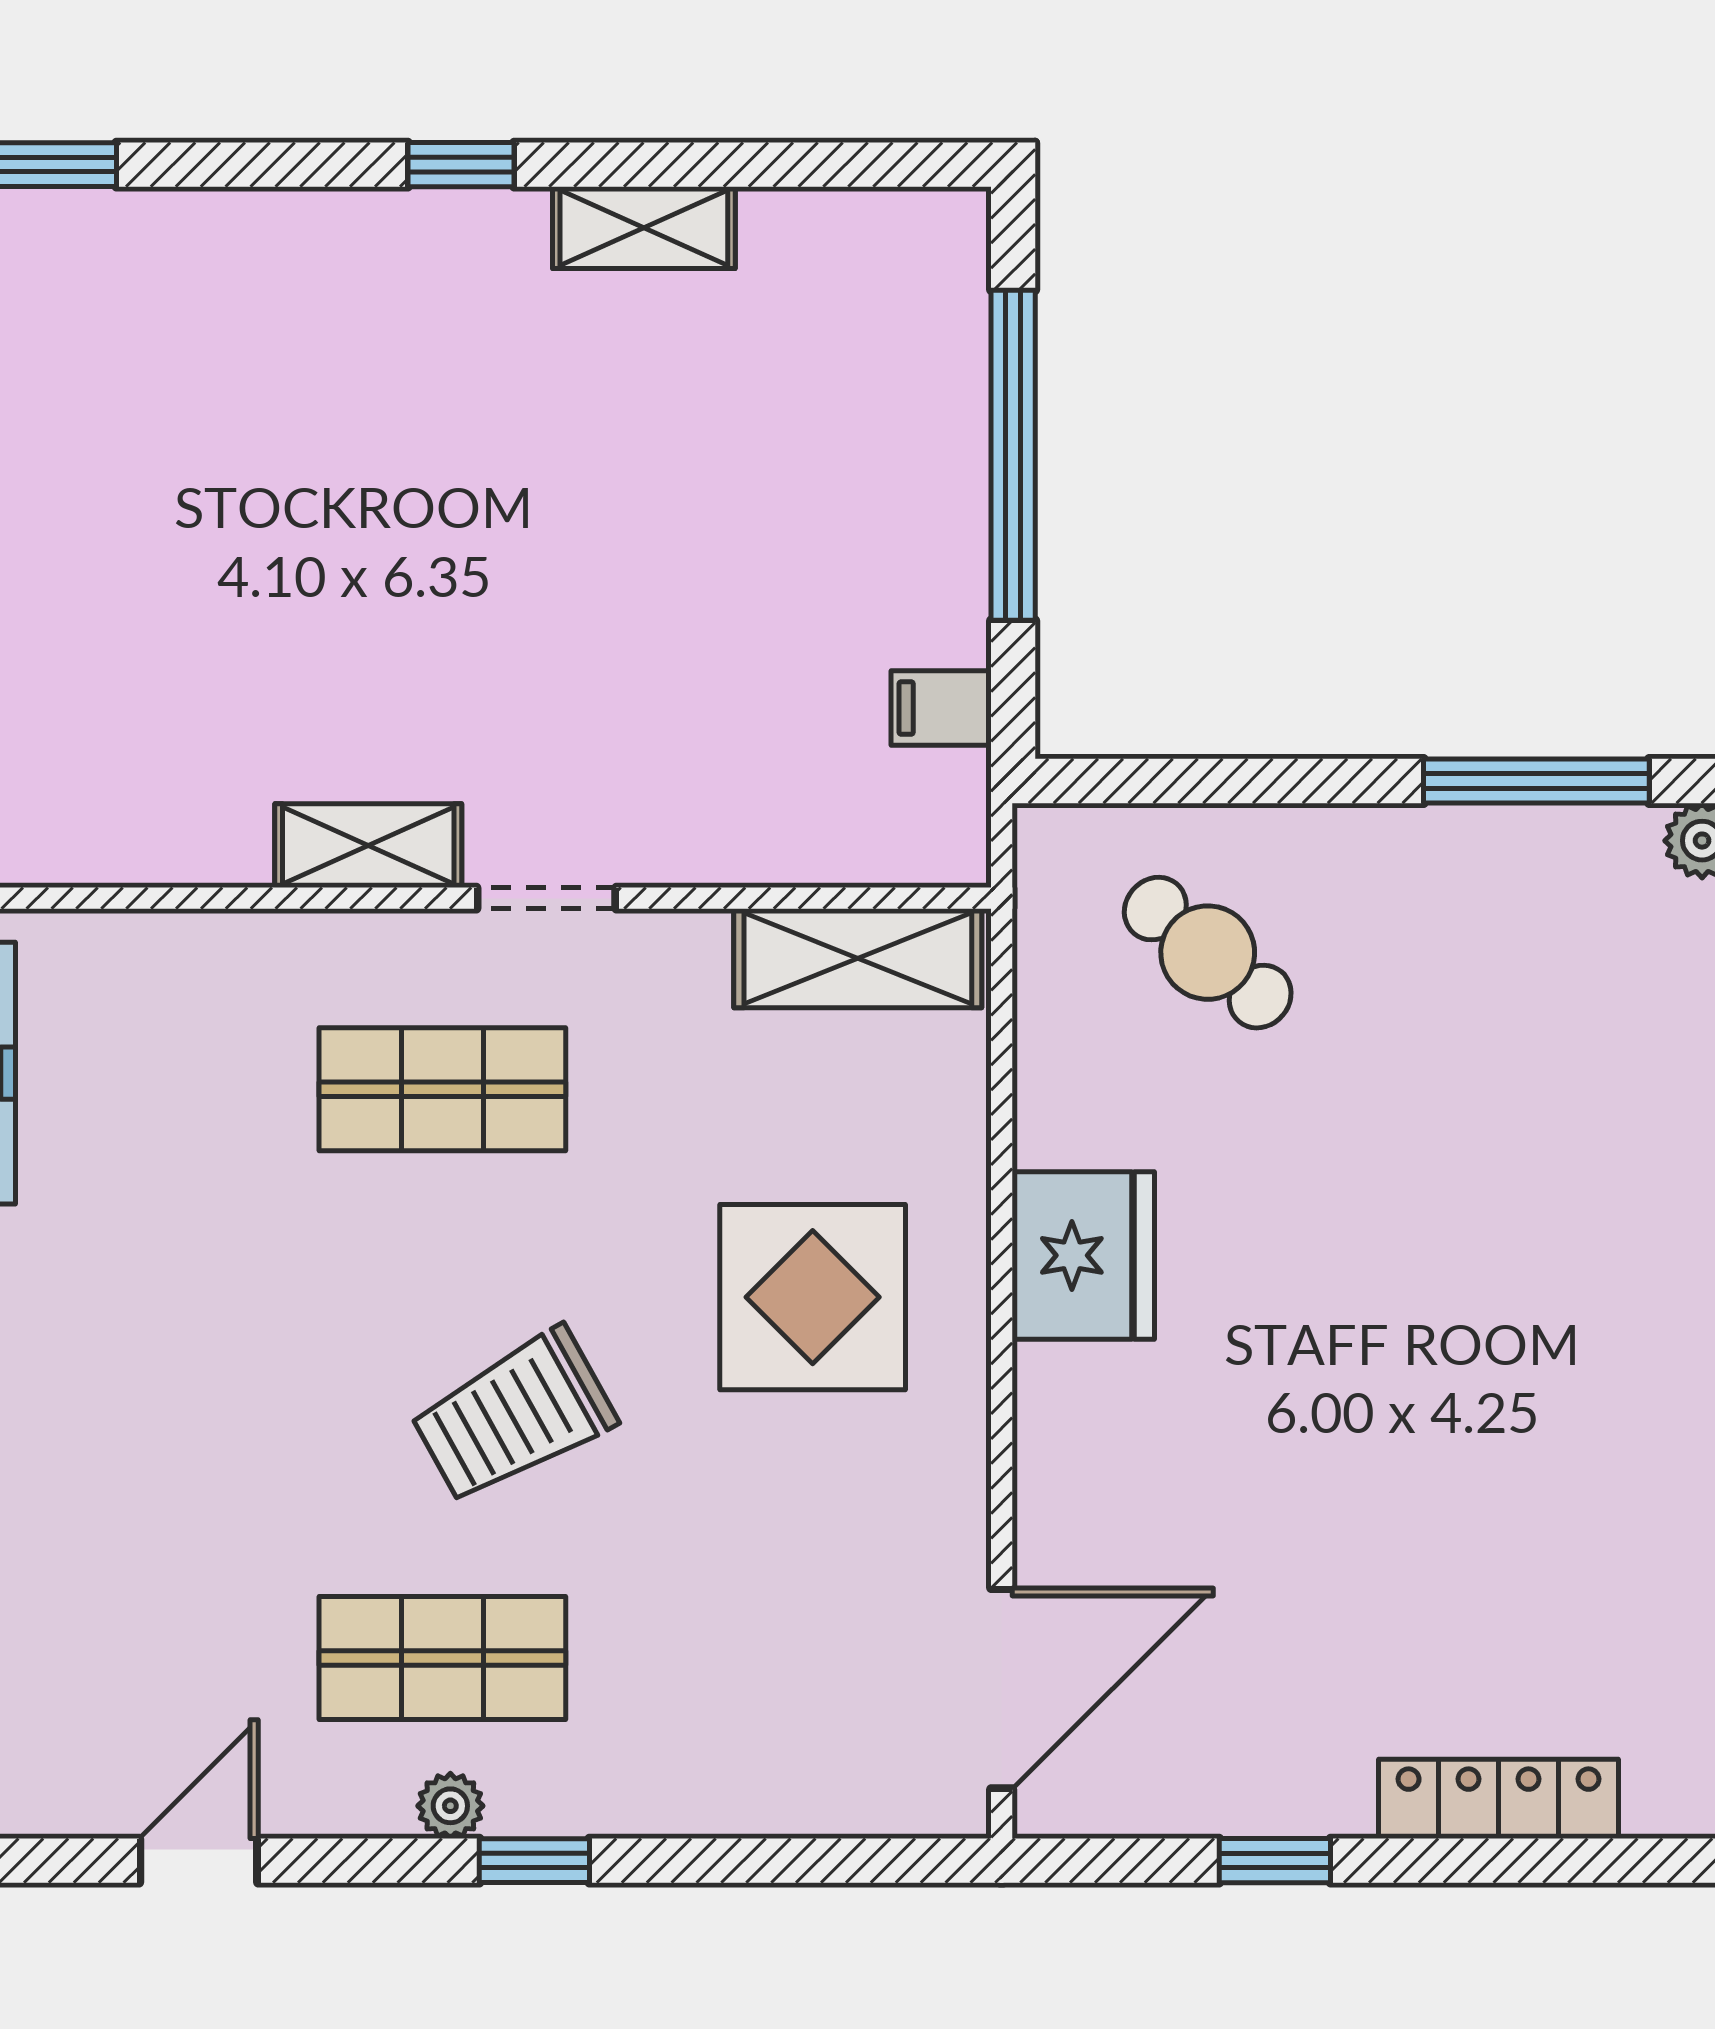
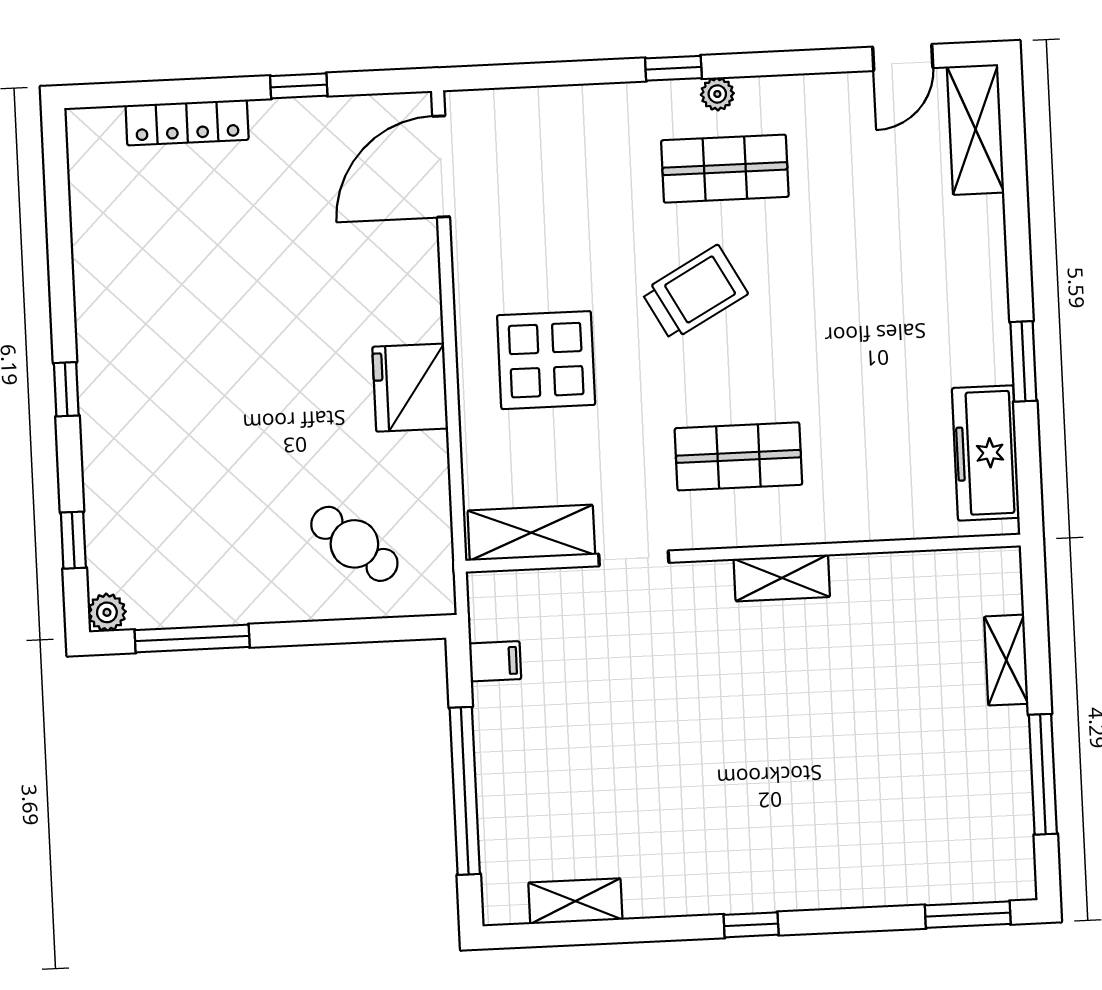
shelving: (644, 228) -> (575, 901), moved
doorway: (546, 898) -> (634, 558), moved
door: (199, 1861) -> (903, 57), moved

